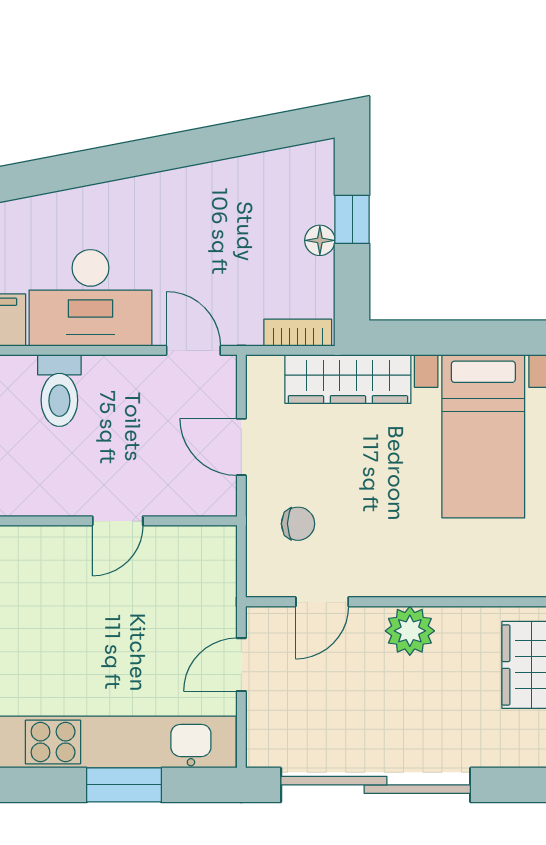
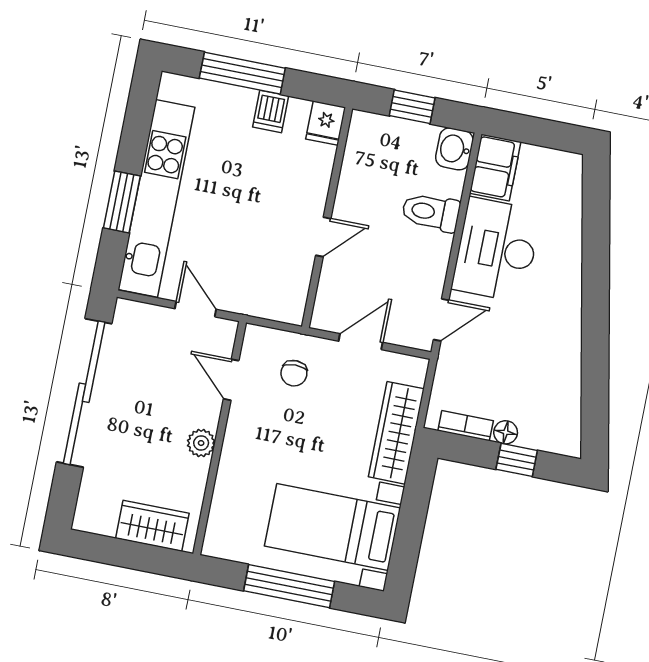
bookcase: (298, 333) -> (466, 426), moved, turned -90
door: (118, 521) -> (323, 237), swing flipped
plant: (410, 631) -> (201, 443), width x0.73, depth x0.73

